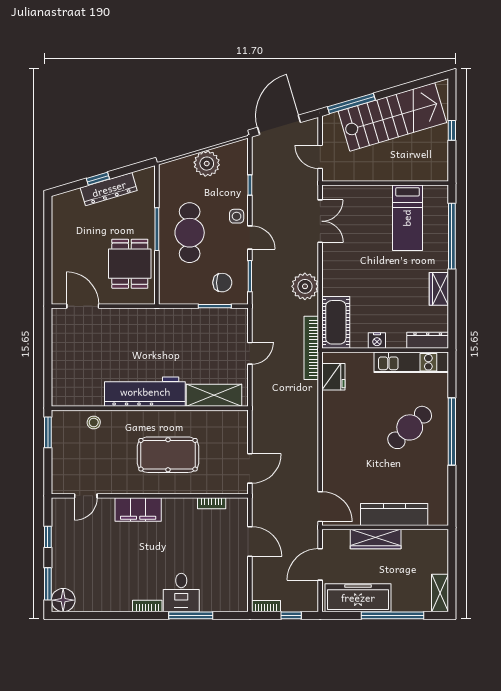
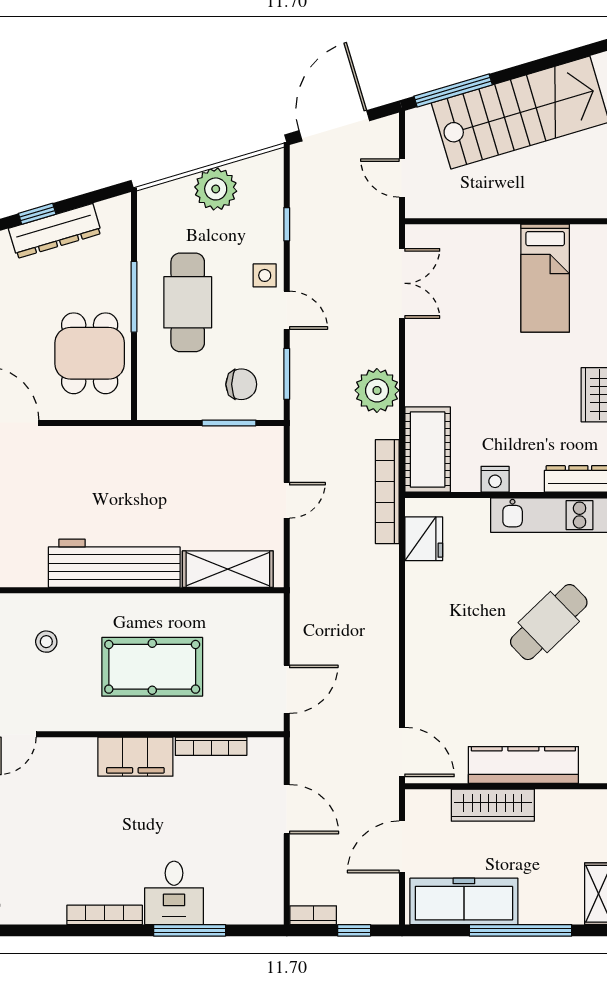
stool: (94, 423) -> (46, 642), moved
bookcase: (212, 503) -> (211, 746), width x1.56
filing cabinet: (138, 509) -> (135, 757), moved
bookcase: (147, 606) -> (105, 915), width x1.56

